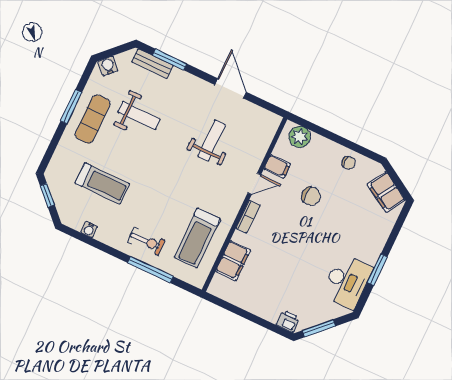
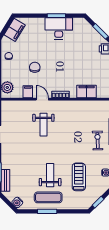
weight bench: (139, 116) -> (50, 175), moved
weight bench: (212, 140) -> (43, 125), moved, turned -90
treadmill: (197, 238) -> (84, 115), removed
desk: (347, 281) -> (59, 28), moved

